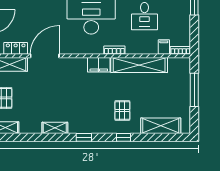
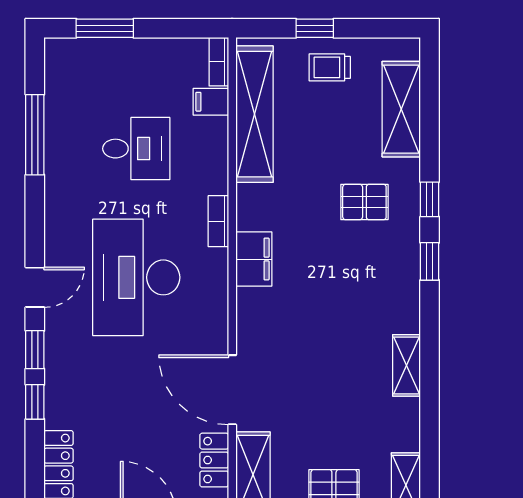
shelving: (139, 65) -> (254, 114), moved
window: (194, 90) -> (315, 28), width x0.46
trolley: (178, 96) -> (330, 67), added
window: (84, 137) -> (430, 261), moved

